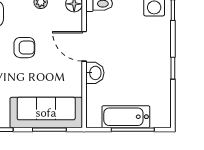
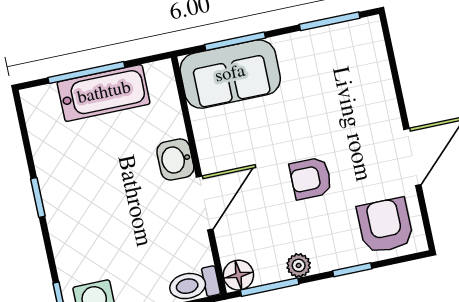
door: (84, 46) -> (205, 203), hinge flipped
sofa: (46, 113) -> (230, 74), width x0.73

